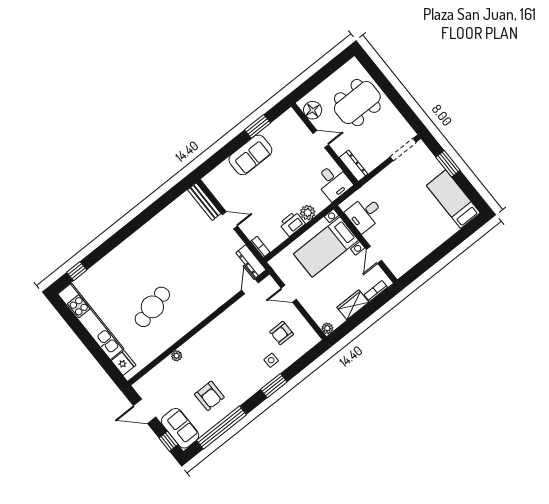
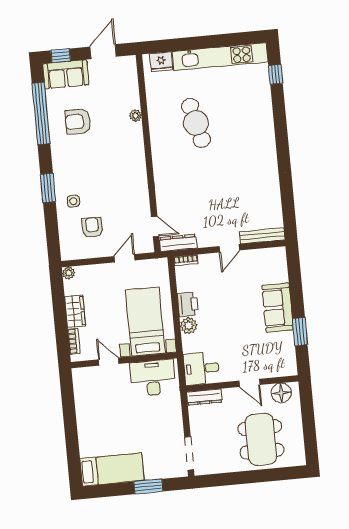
door: (321, 139) -> (249, 383), hinge flipped
desk: (365, 214) -> (153, 378), width x1.37

